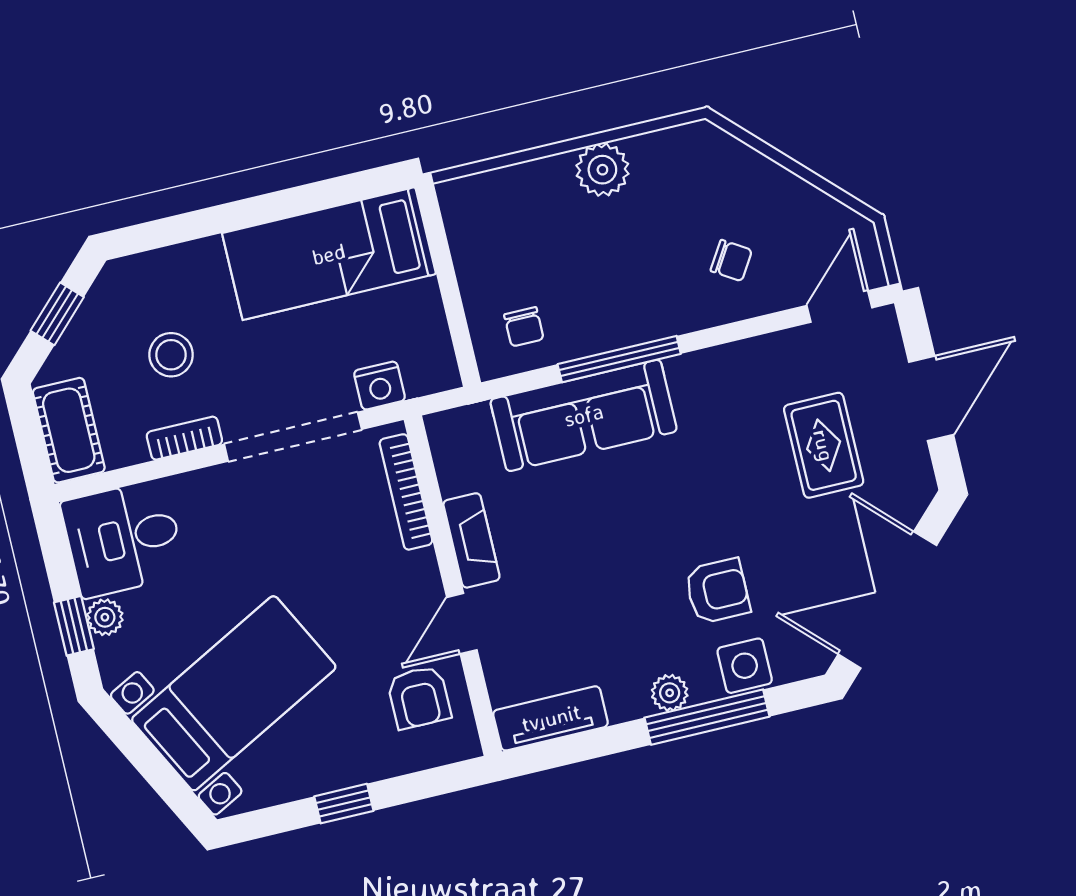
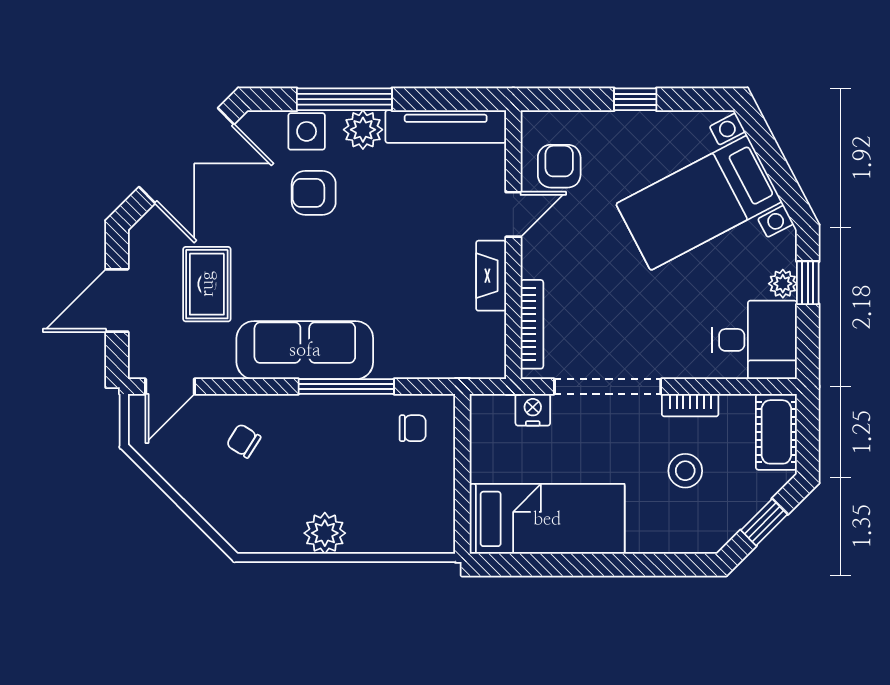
chair: (524, 327) -> (413, 428), turned 90
sofa: (584, 415) -> (305, 350), moved
plant: (670, 693) -> (363, 130), width x1.38, depth x1.38
tv unit: (551, 718) -> (446, 126), width x1.41

